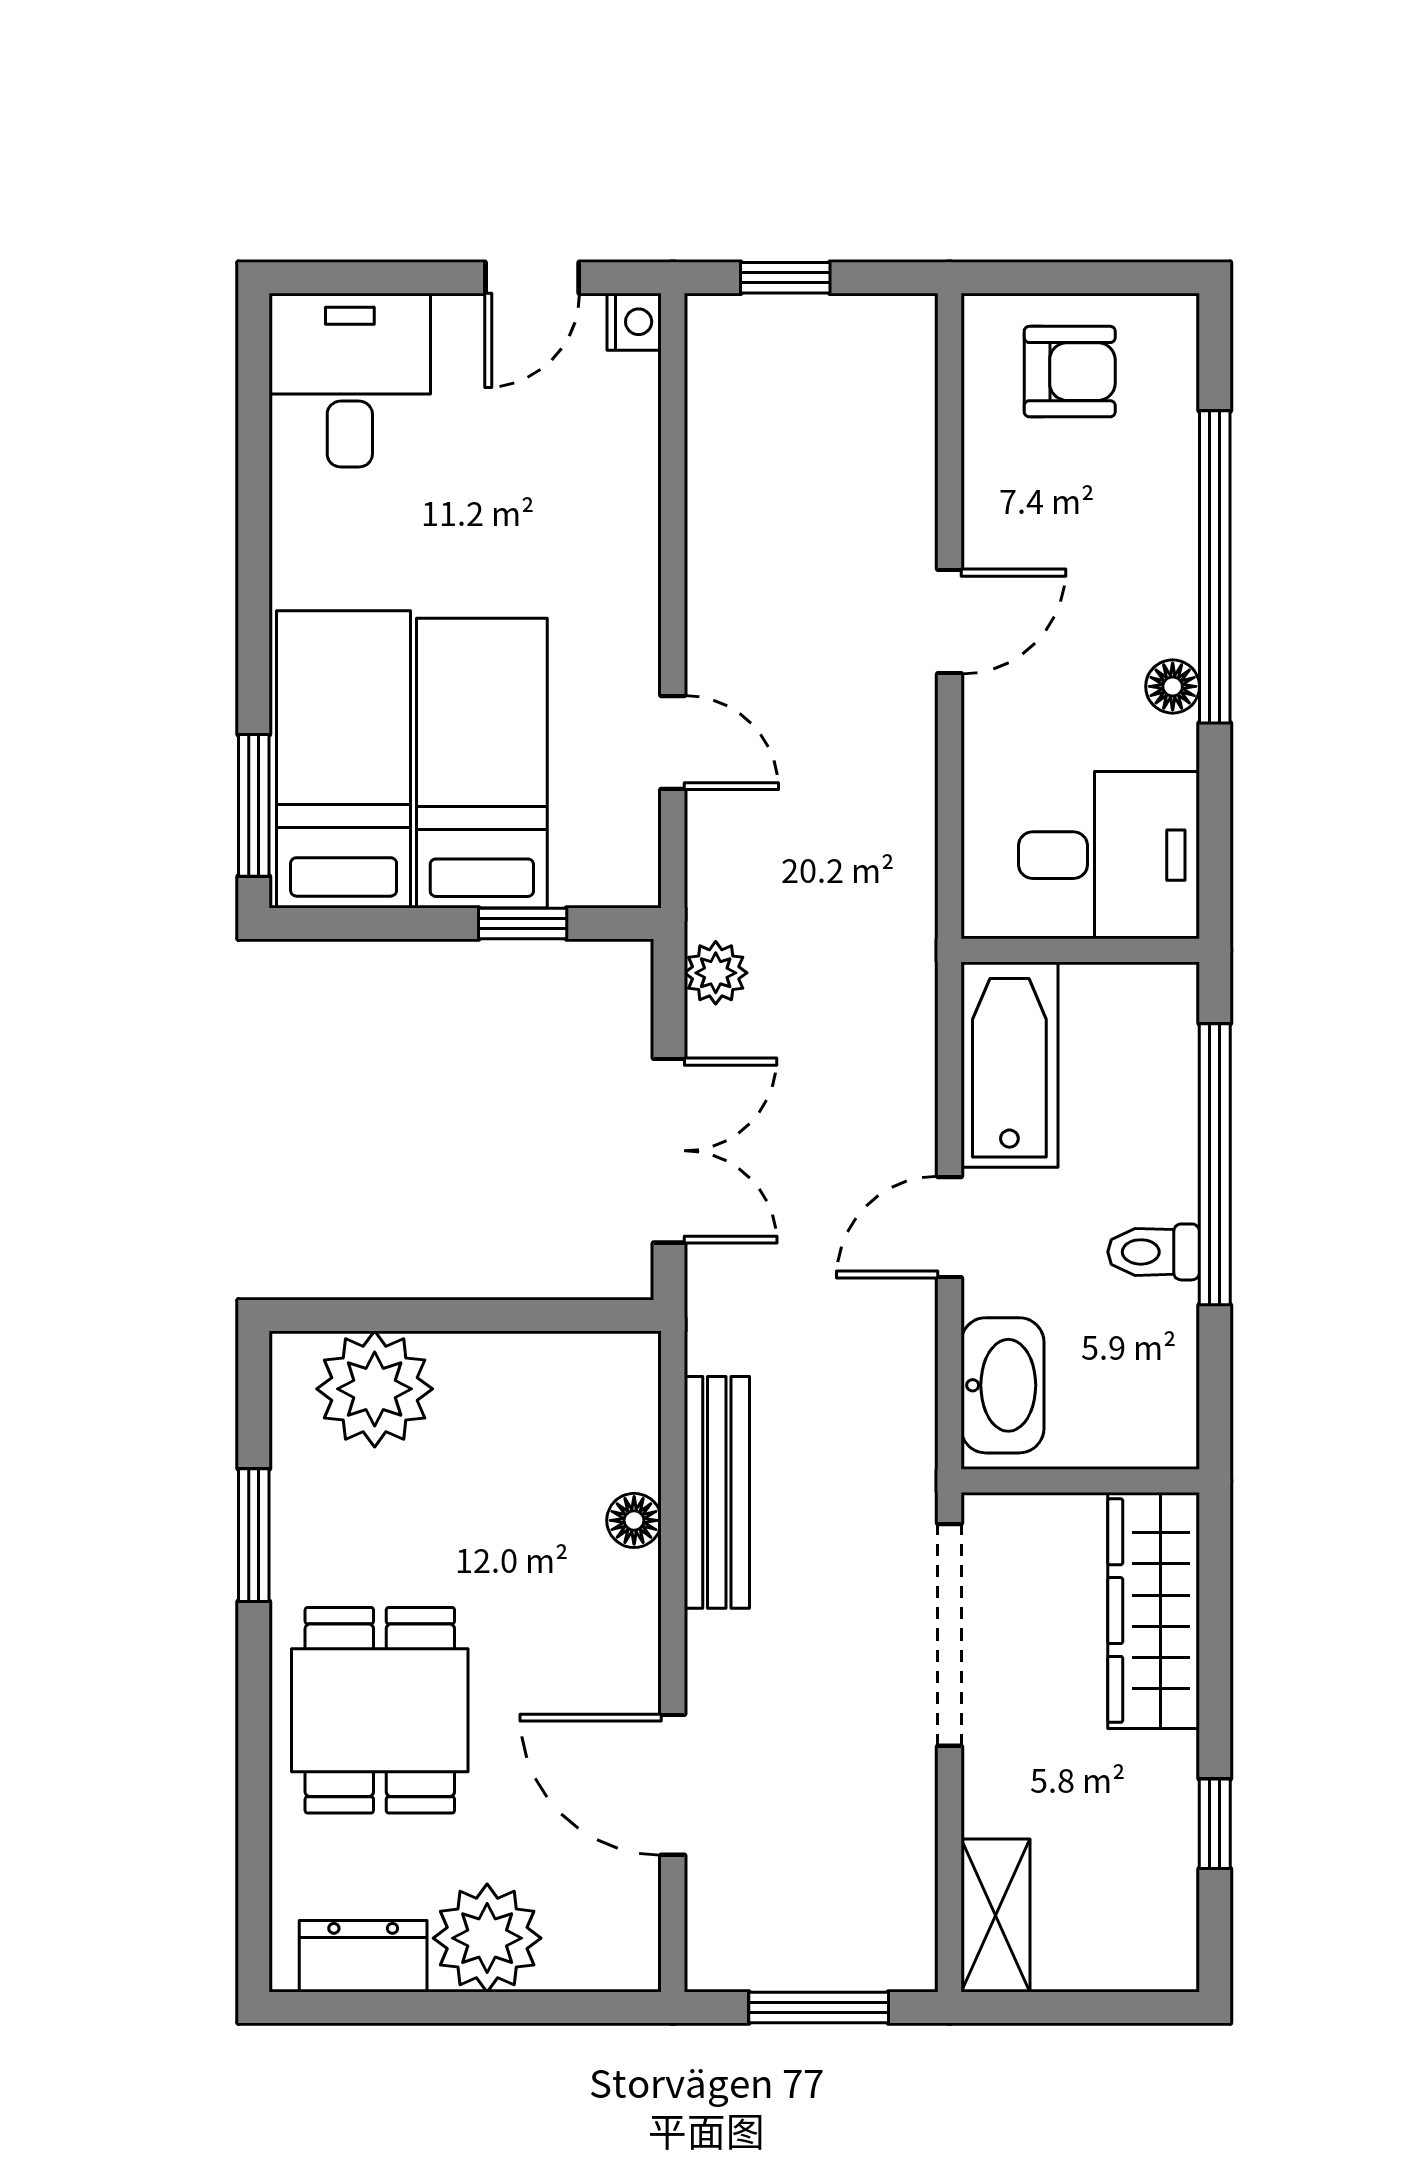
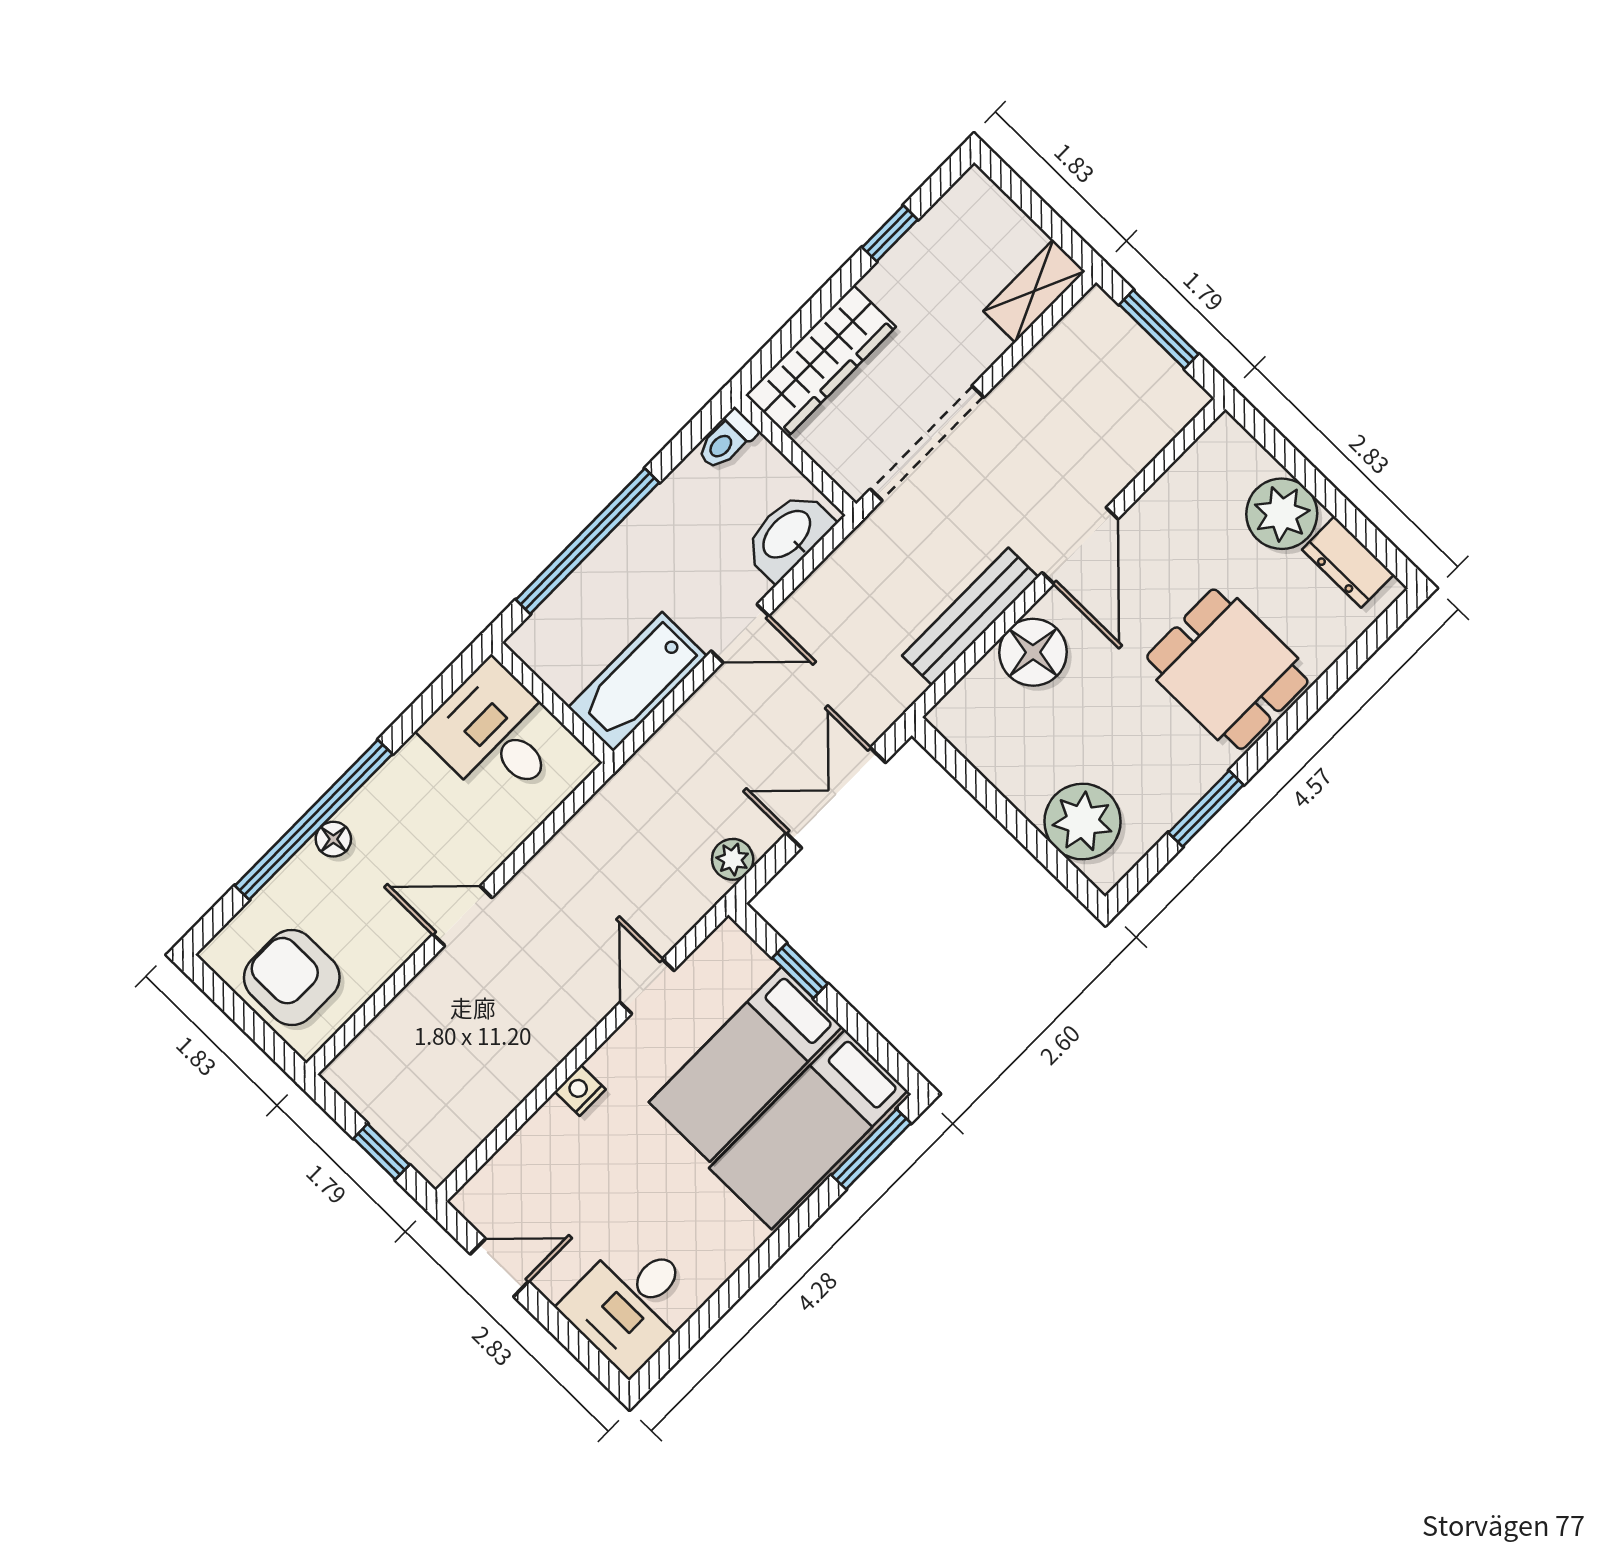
nightstand: (634, 322) -> (580, 1090), moved
armchair: (1070, 372) -> (292, 977), width x1.38, depth x1.38
floor lamp: (1173, 686) -> (333, 839), moved
toilet: (1154, 1252) -> (727, 440), moved, turned 90
floor lamp: (634, 1520) -> (1033, 652), width x1.89, depth x1.89
dining table: (380, 1710) -> (1227, 669), turned 90
door: (673, 1785) -> (1080, 546), moved

